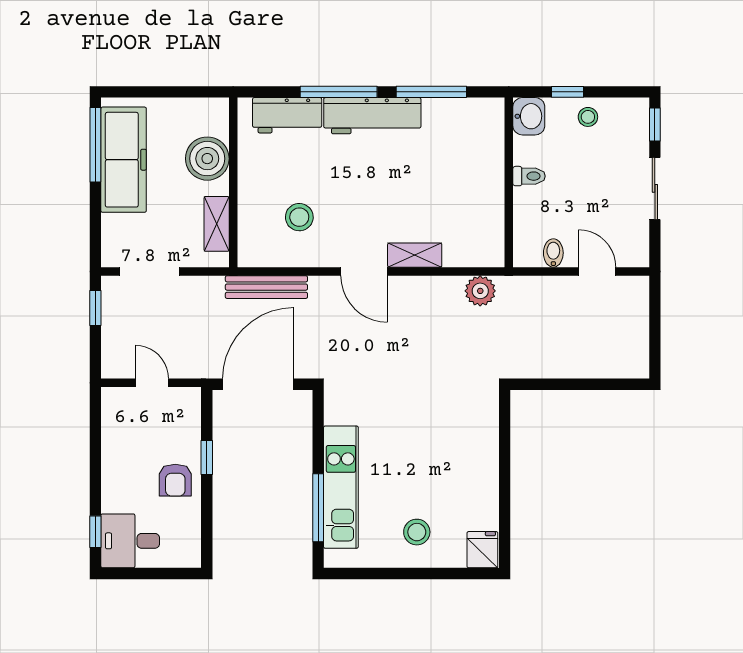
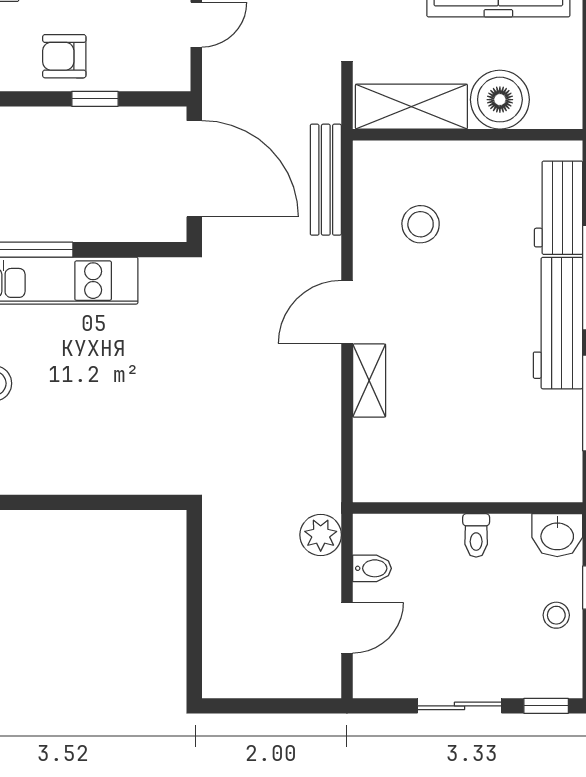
shelving: (217, 224) -> (411, 107), width x1.50, depth x1.33
plant: (480, 291) -> (321, 535), moved

